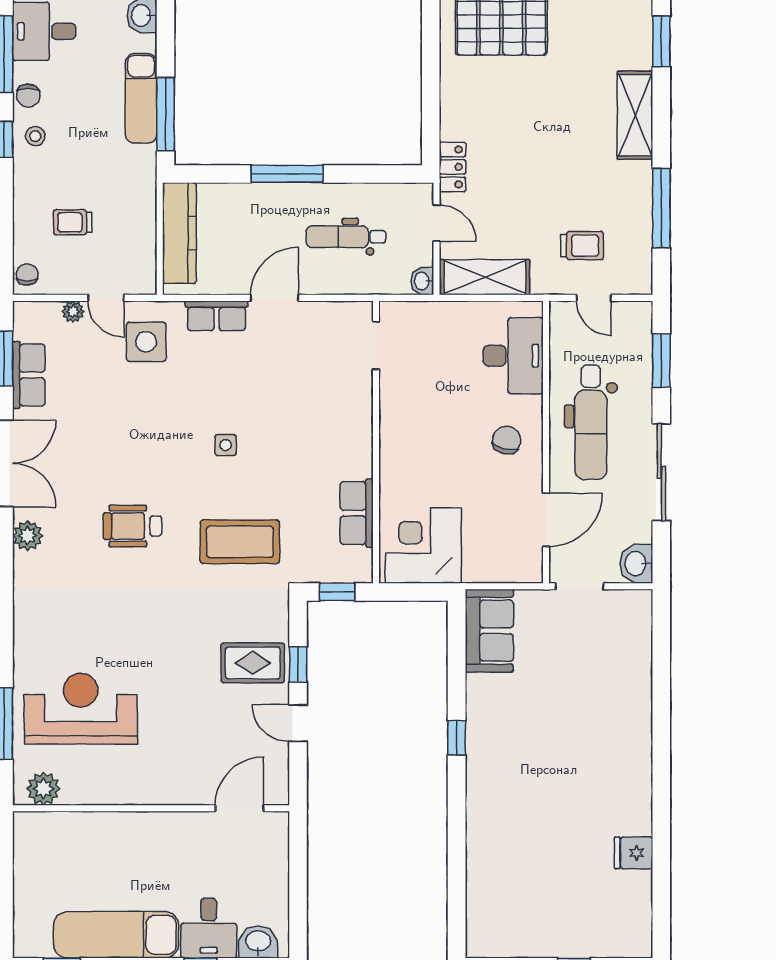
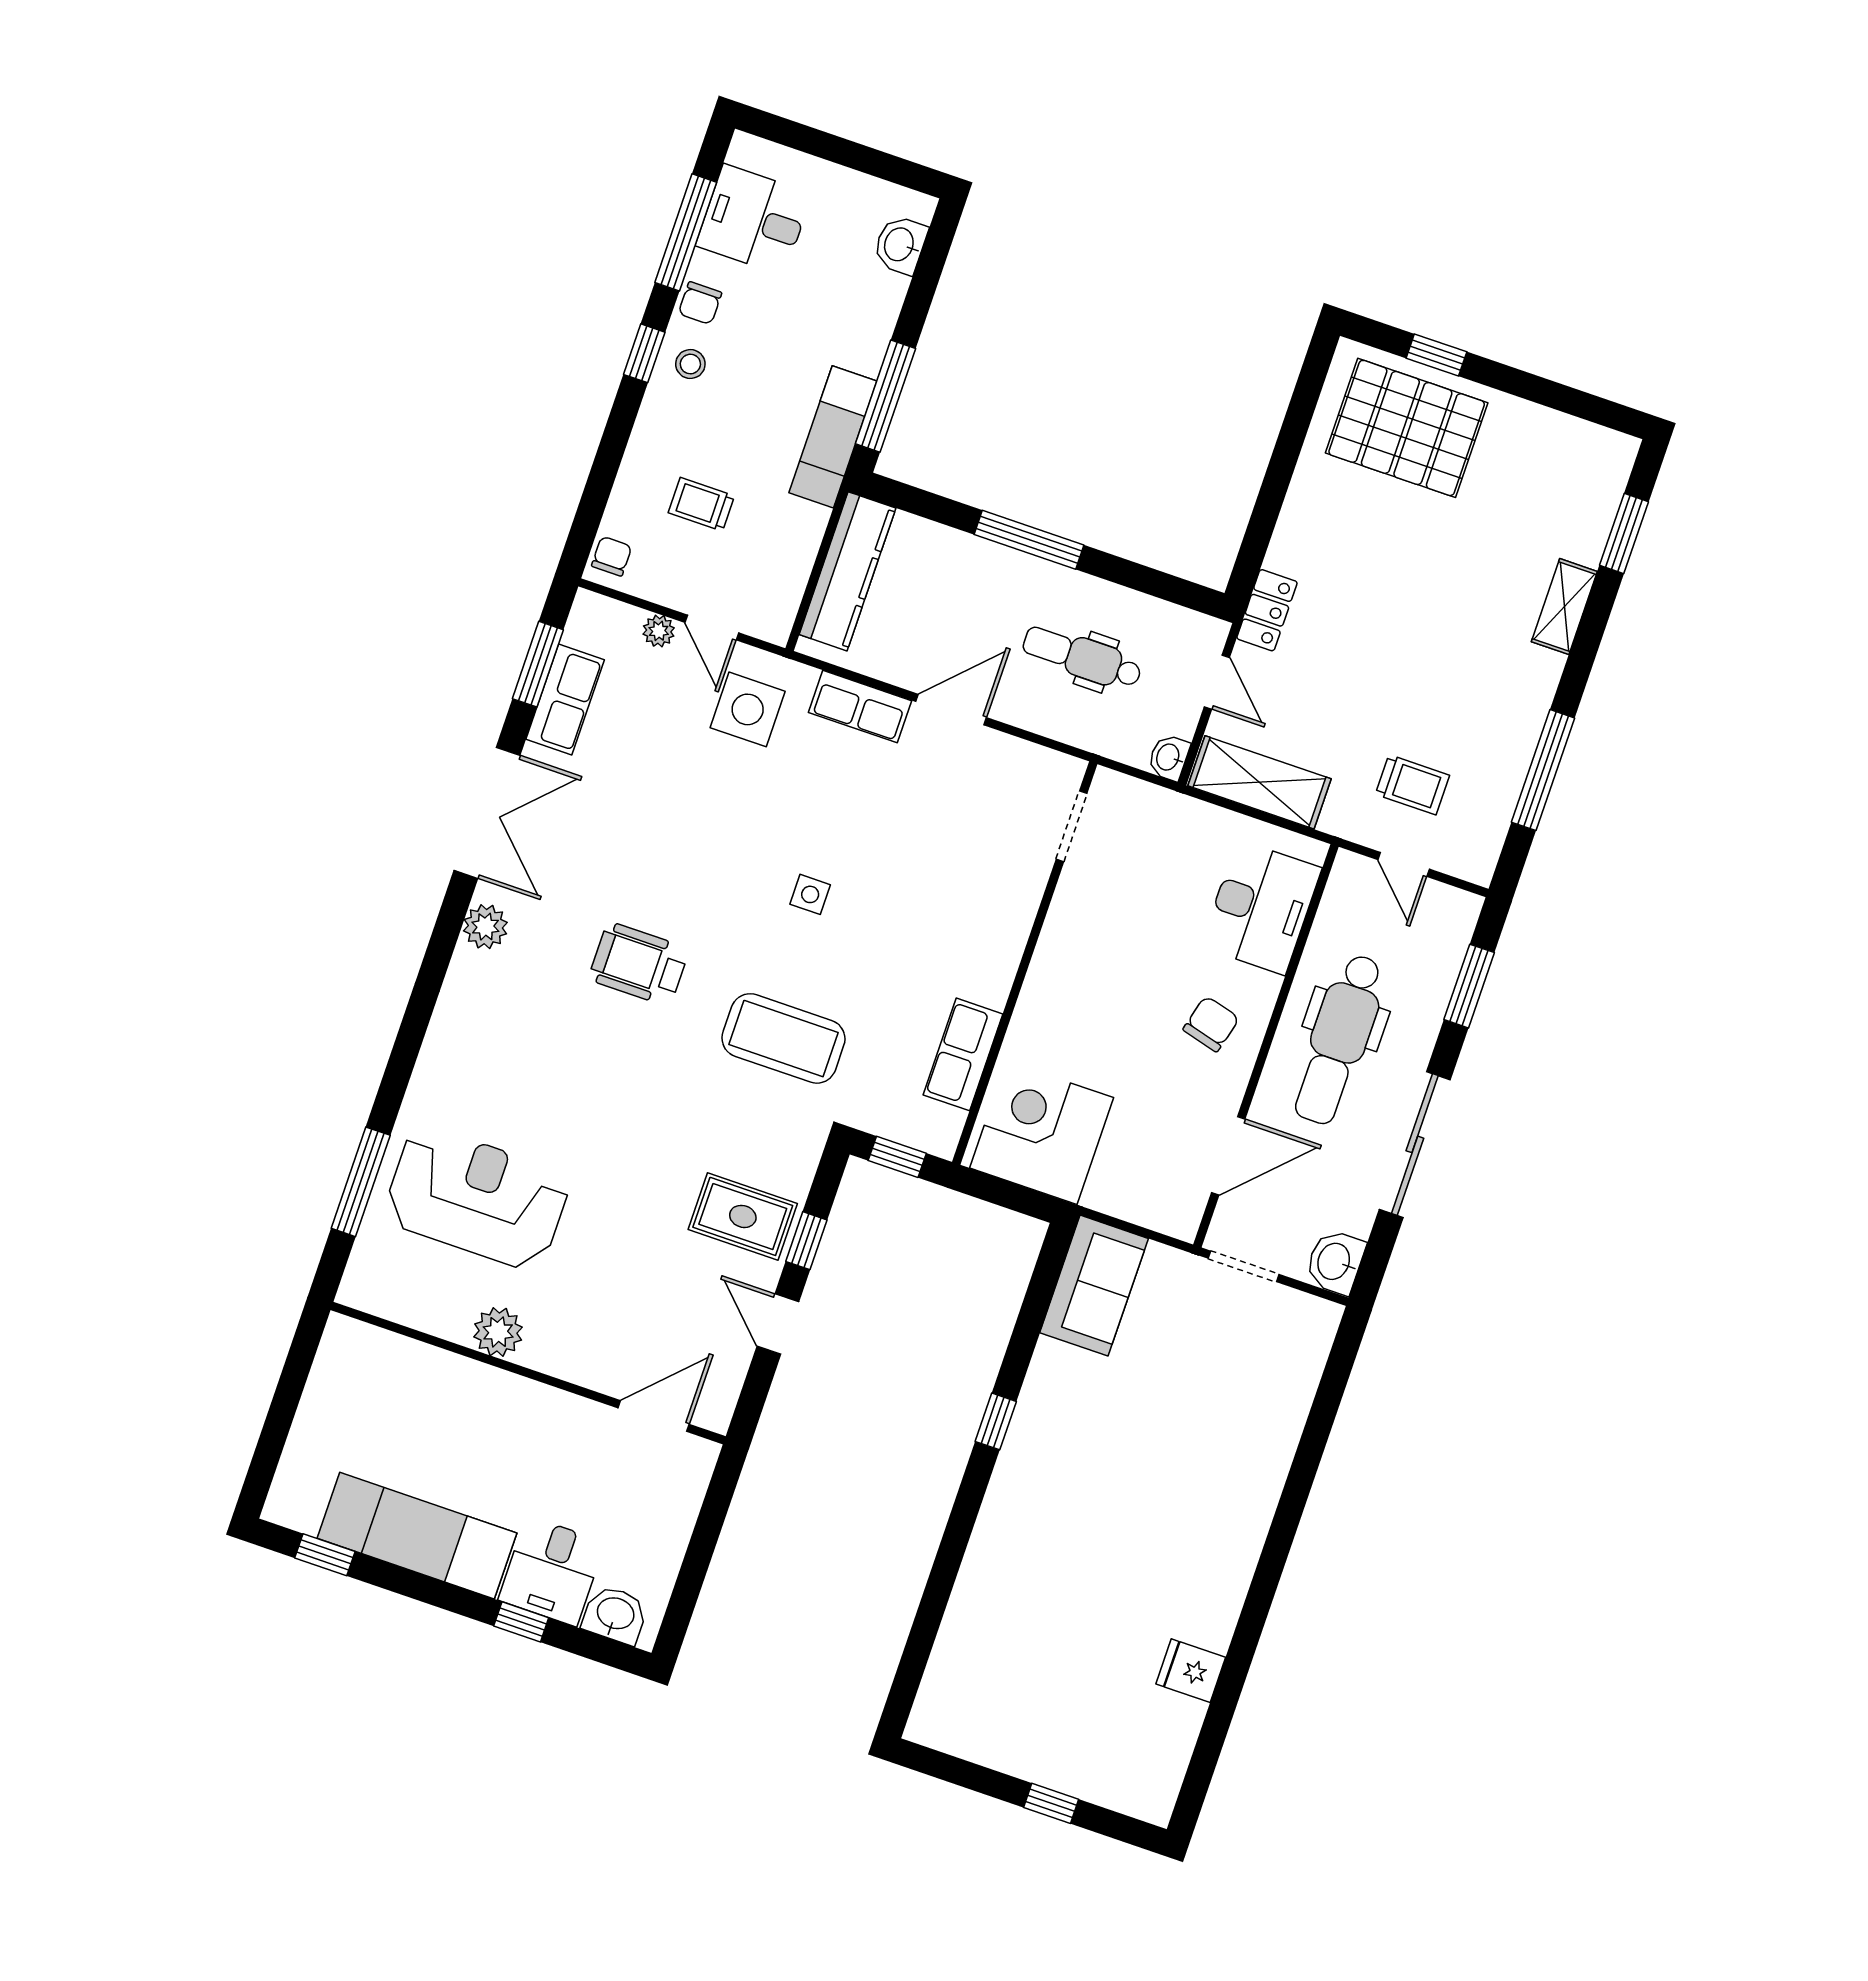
exam couch: (141, 98) -> (833, 437), moved
shelving: (635, 115) -> (1564, 607), width x0.67, depth x0.75
plant: (43, 789) -> (498, 1332), moved

